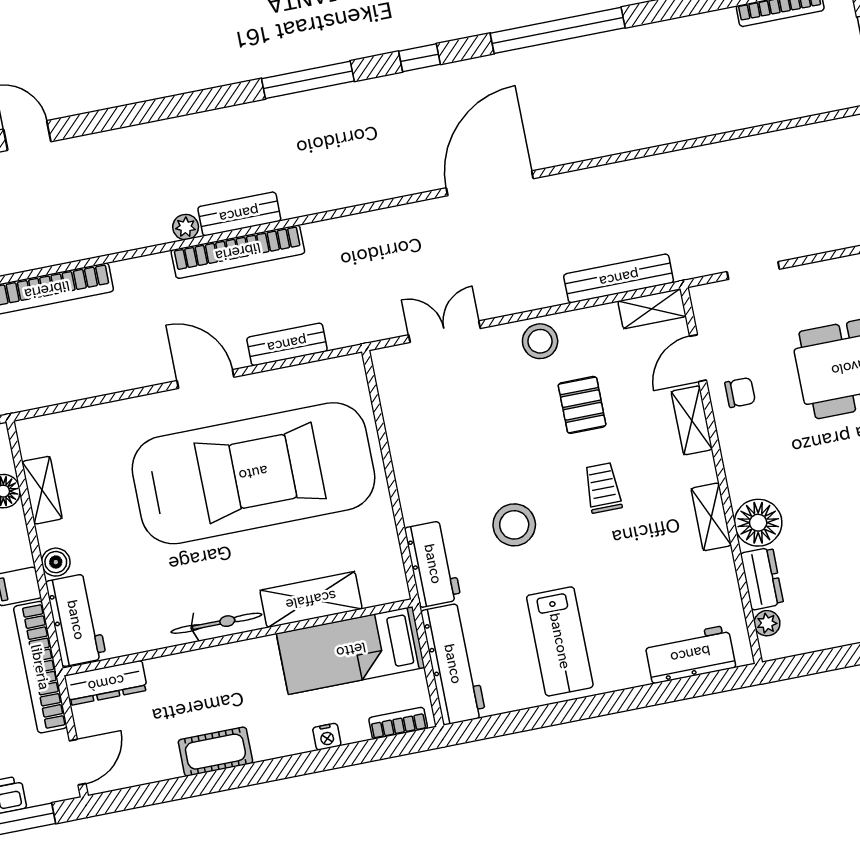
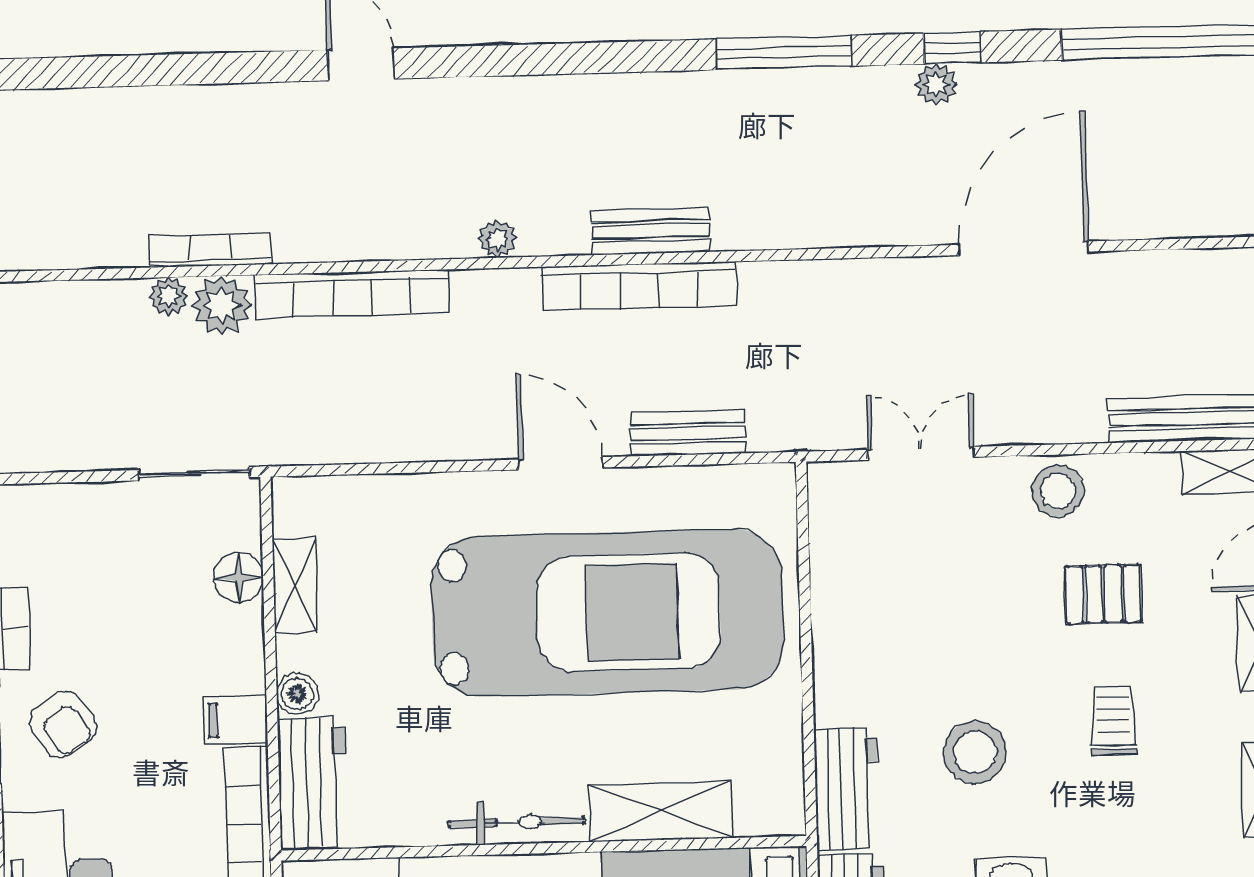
plant: (413, 84) -> (936, 84), added
plant: (186, 227) -> (497, 239), moved
pallet: (582, 405) -> (1103, 594), turned 90

